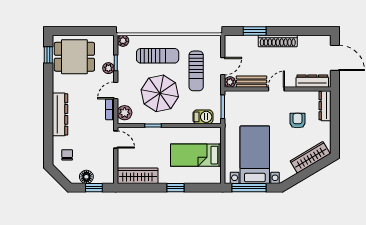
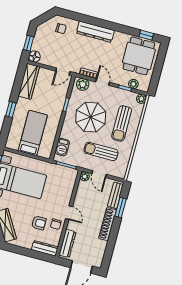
plant: (108, 68) -> (133, 84), moved
bench: (252, 82) -> (115, 195), moved
chair: (294, 101) -> (56, 224), added
floor lamp: (86, 177) -> (34, 56), moved

